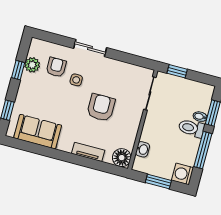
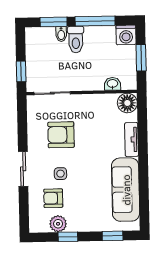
armchair: (101, 107) -> (61, 135), moved
sofa: (38, 132) -> (126, 190), width x1.36

